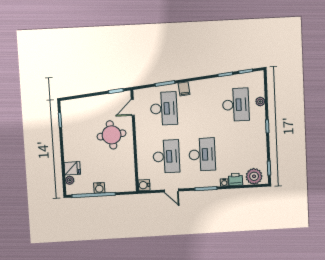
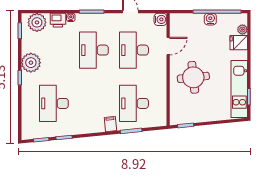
plant: (260, 101) -> (31, 63), moved, width x1.88, depth x1.88
door: (133, 107) -> (168, 46), moved
kitchen unit: (69, 127) -> (239, 89), added

